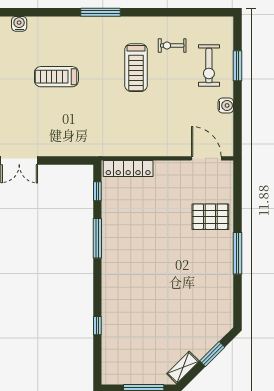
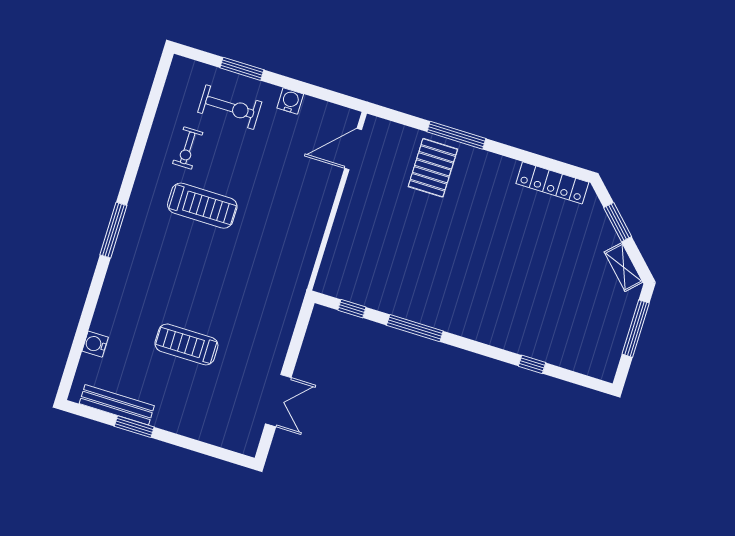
treadmill: (56, 77) -> (186, 344), moved, turned 90
locker: (128, 169) -> (552, 183), moved, turned 90
window: (238, 253) -> (456, 135), moved

